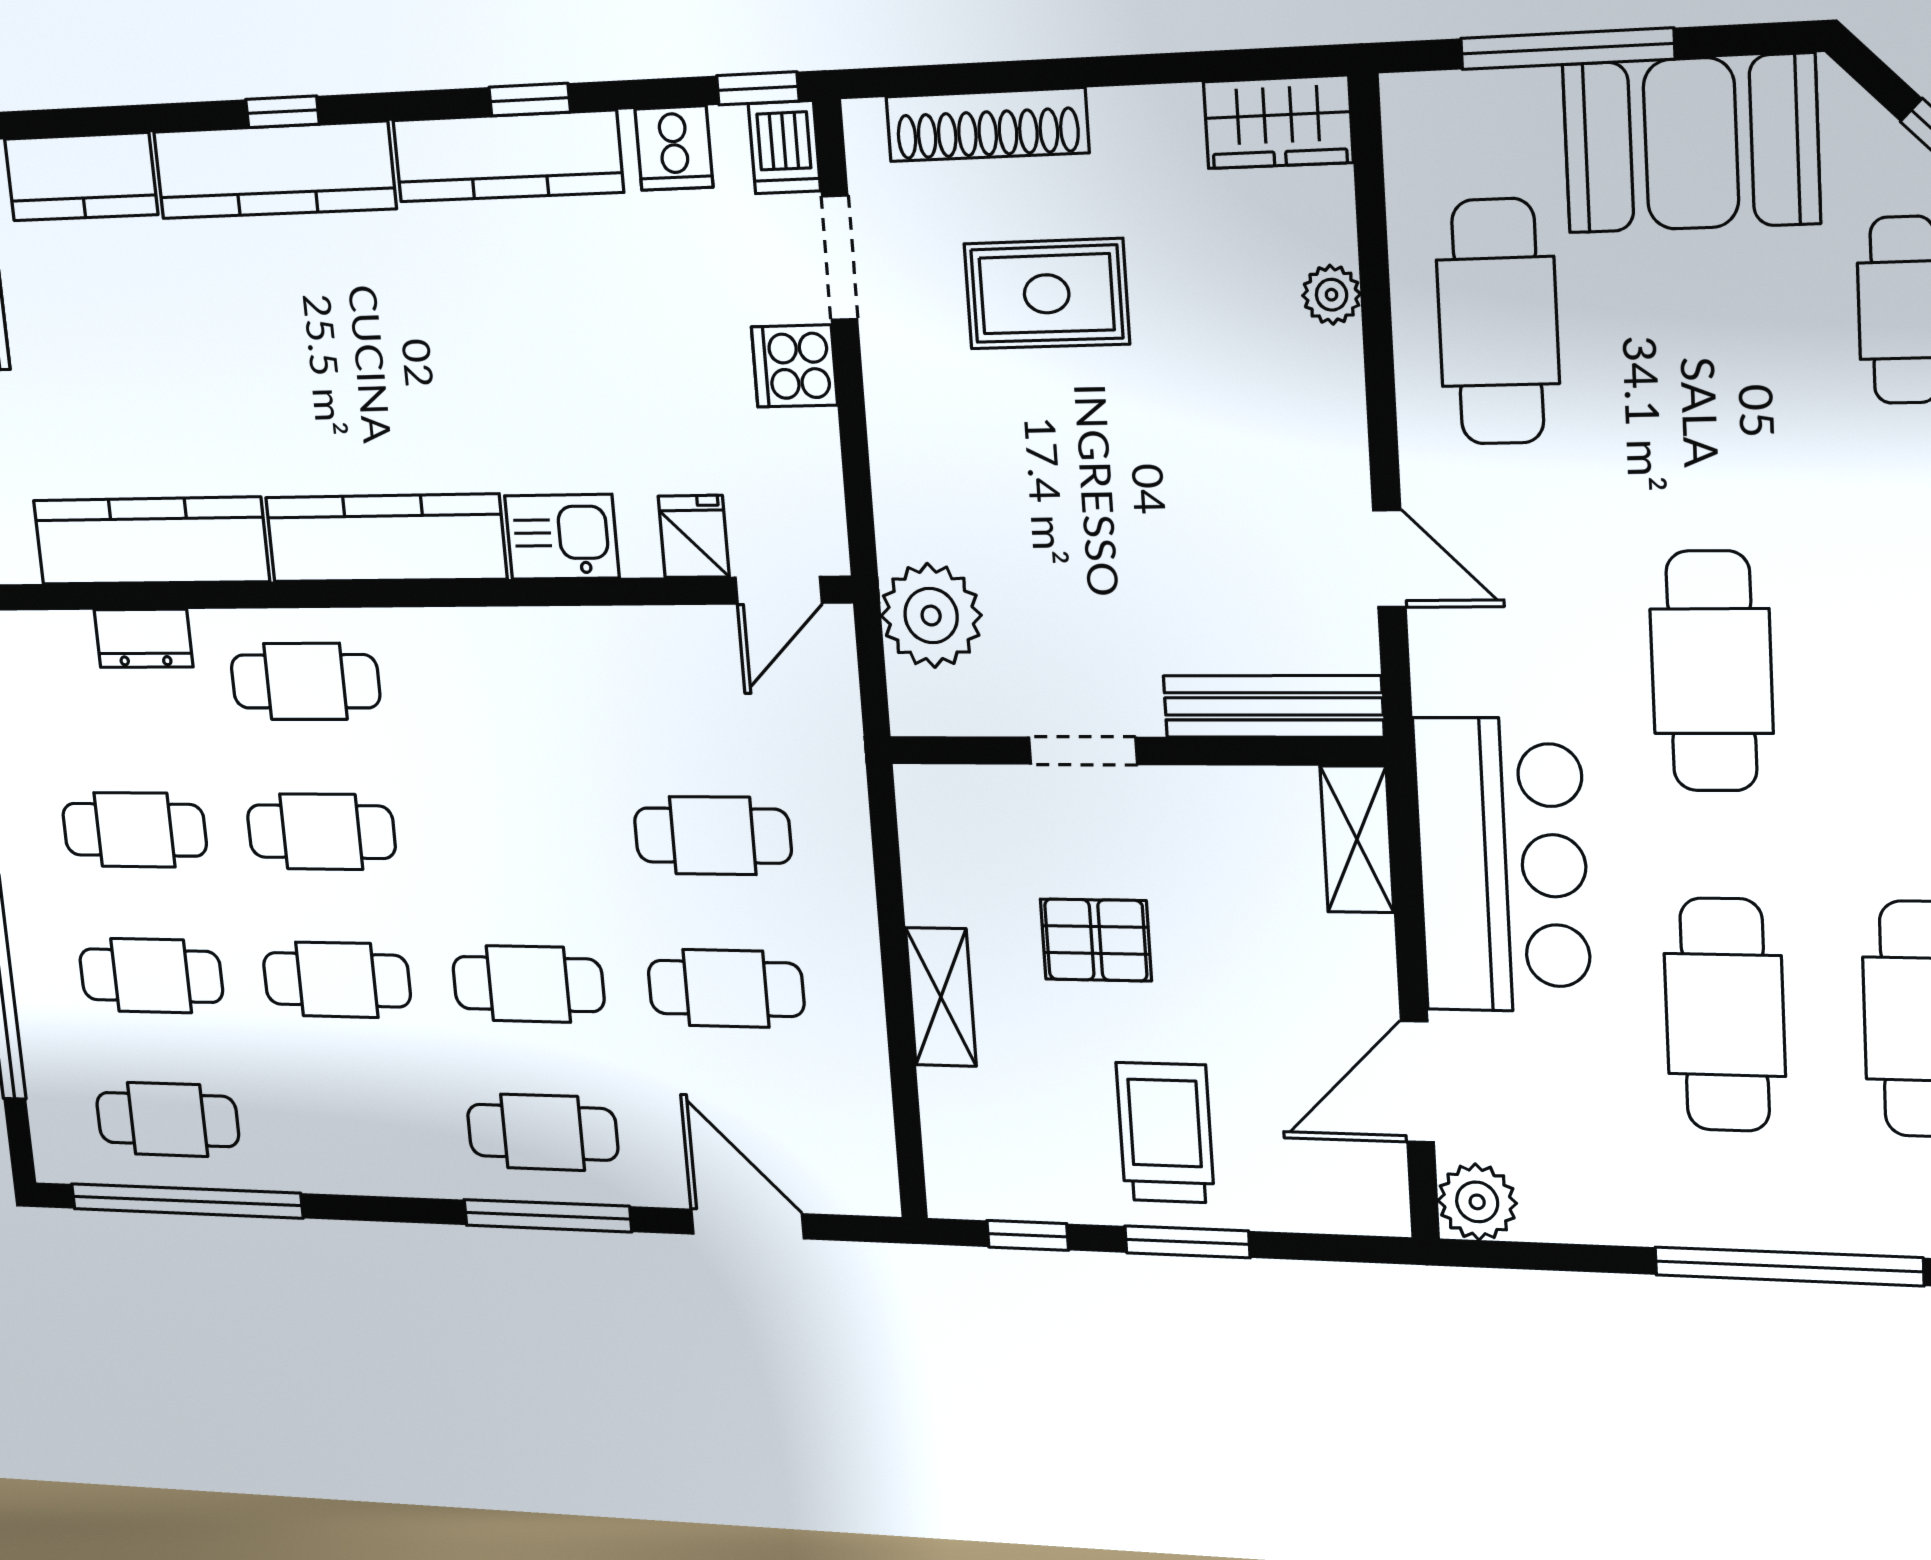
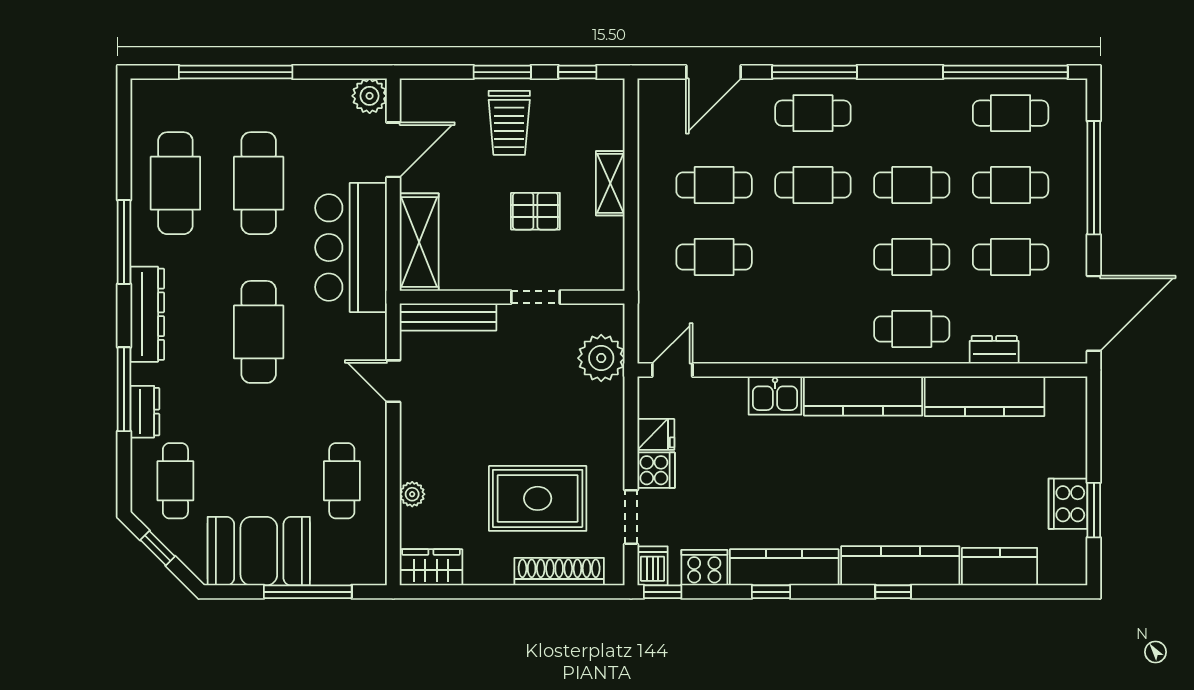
cooker: (674, 148) -> (704, 568), width x1.36
rug: (1047, 294) -> (538, 498), width x1.36, depth x1.43
cafe table: (1498, 322) -> (342, 481), width x0.73, depth x0.74
fridge: (694, 536) -> (656, 434), moved, turned -90
shelving: (1357, 839) -> (419, 242), width x1.50, depth x1.33
door: (747, 1224) -> (714, 72), hinge flipped

